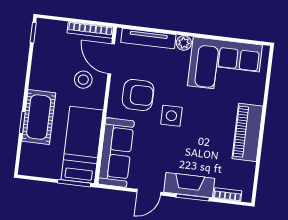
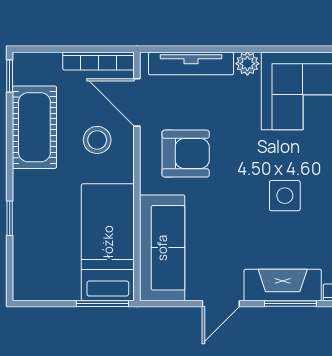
side table: (171, 116) -> (285, 196), moved
cot: (39, 117) -> (34, 127), moved

